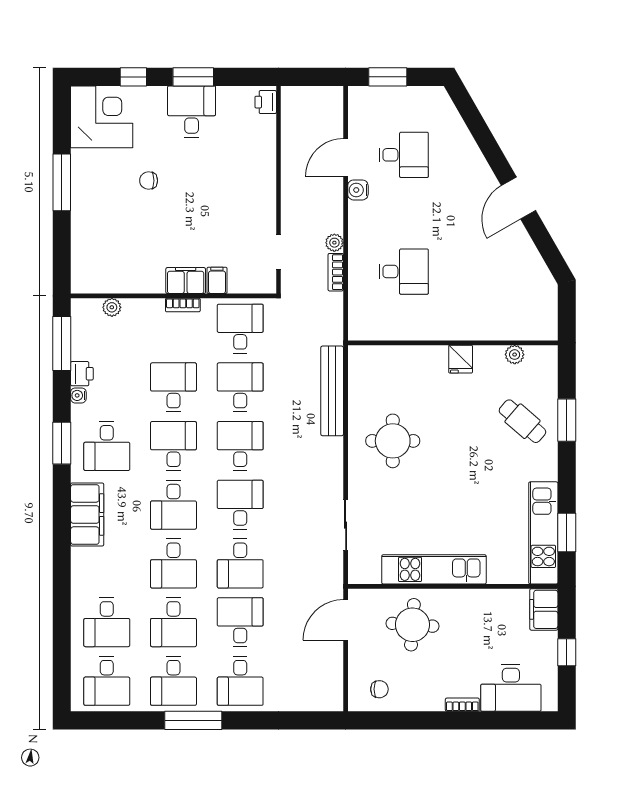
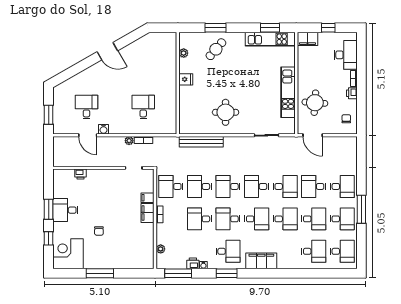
printer: (266, 102) -> (81, 174), moved
printer: (432, 701) -> (352, 93), added

